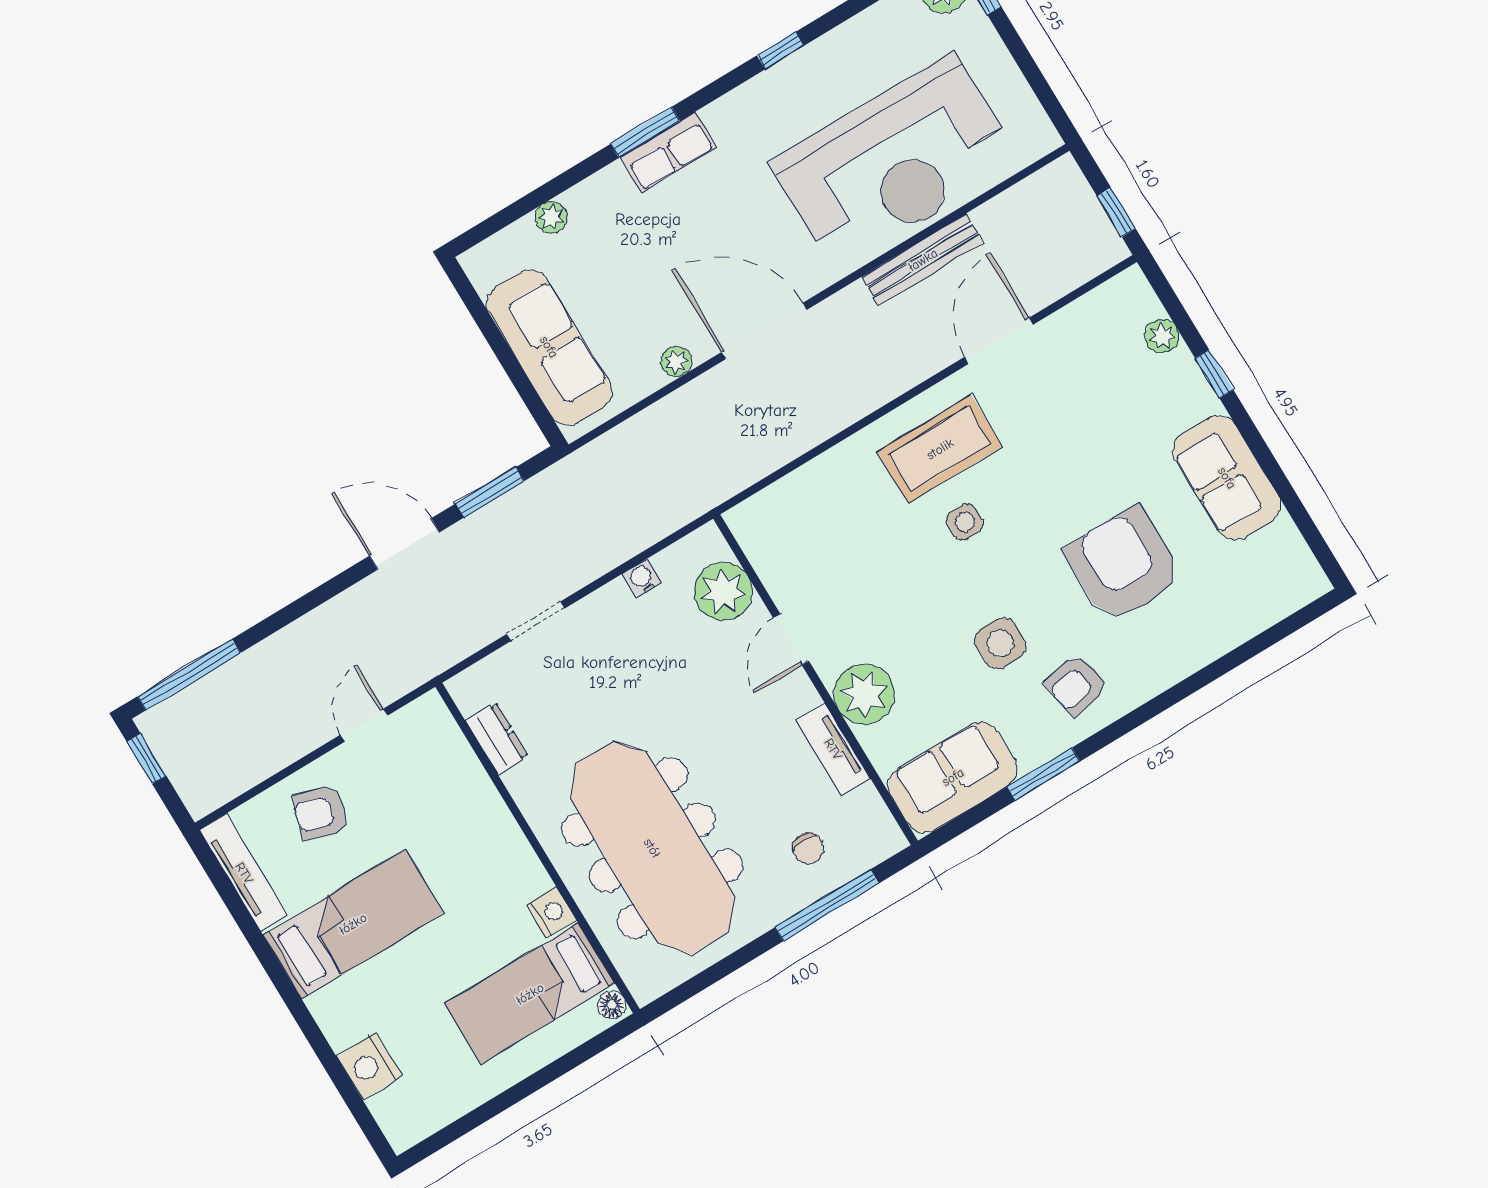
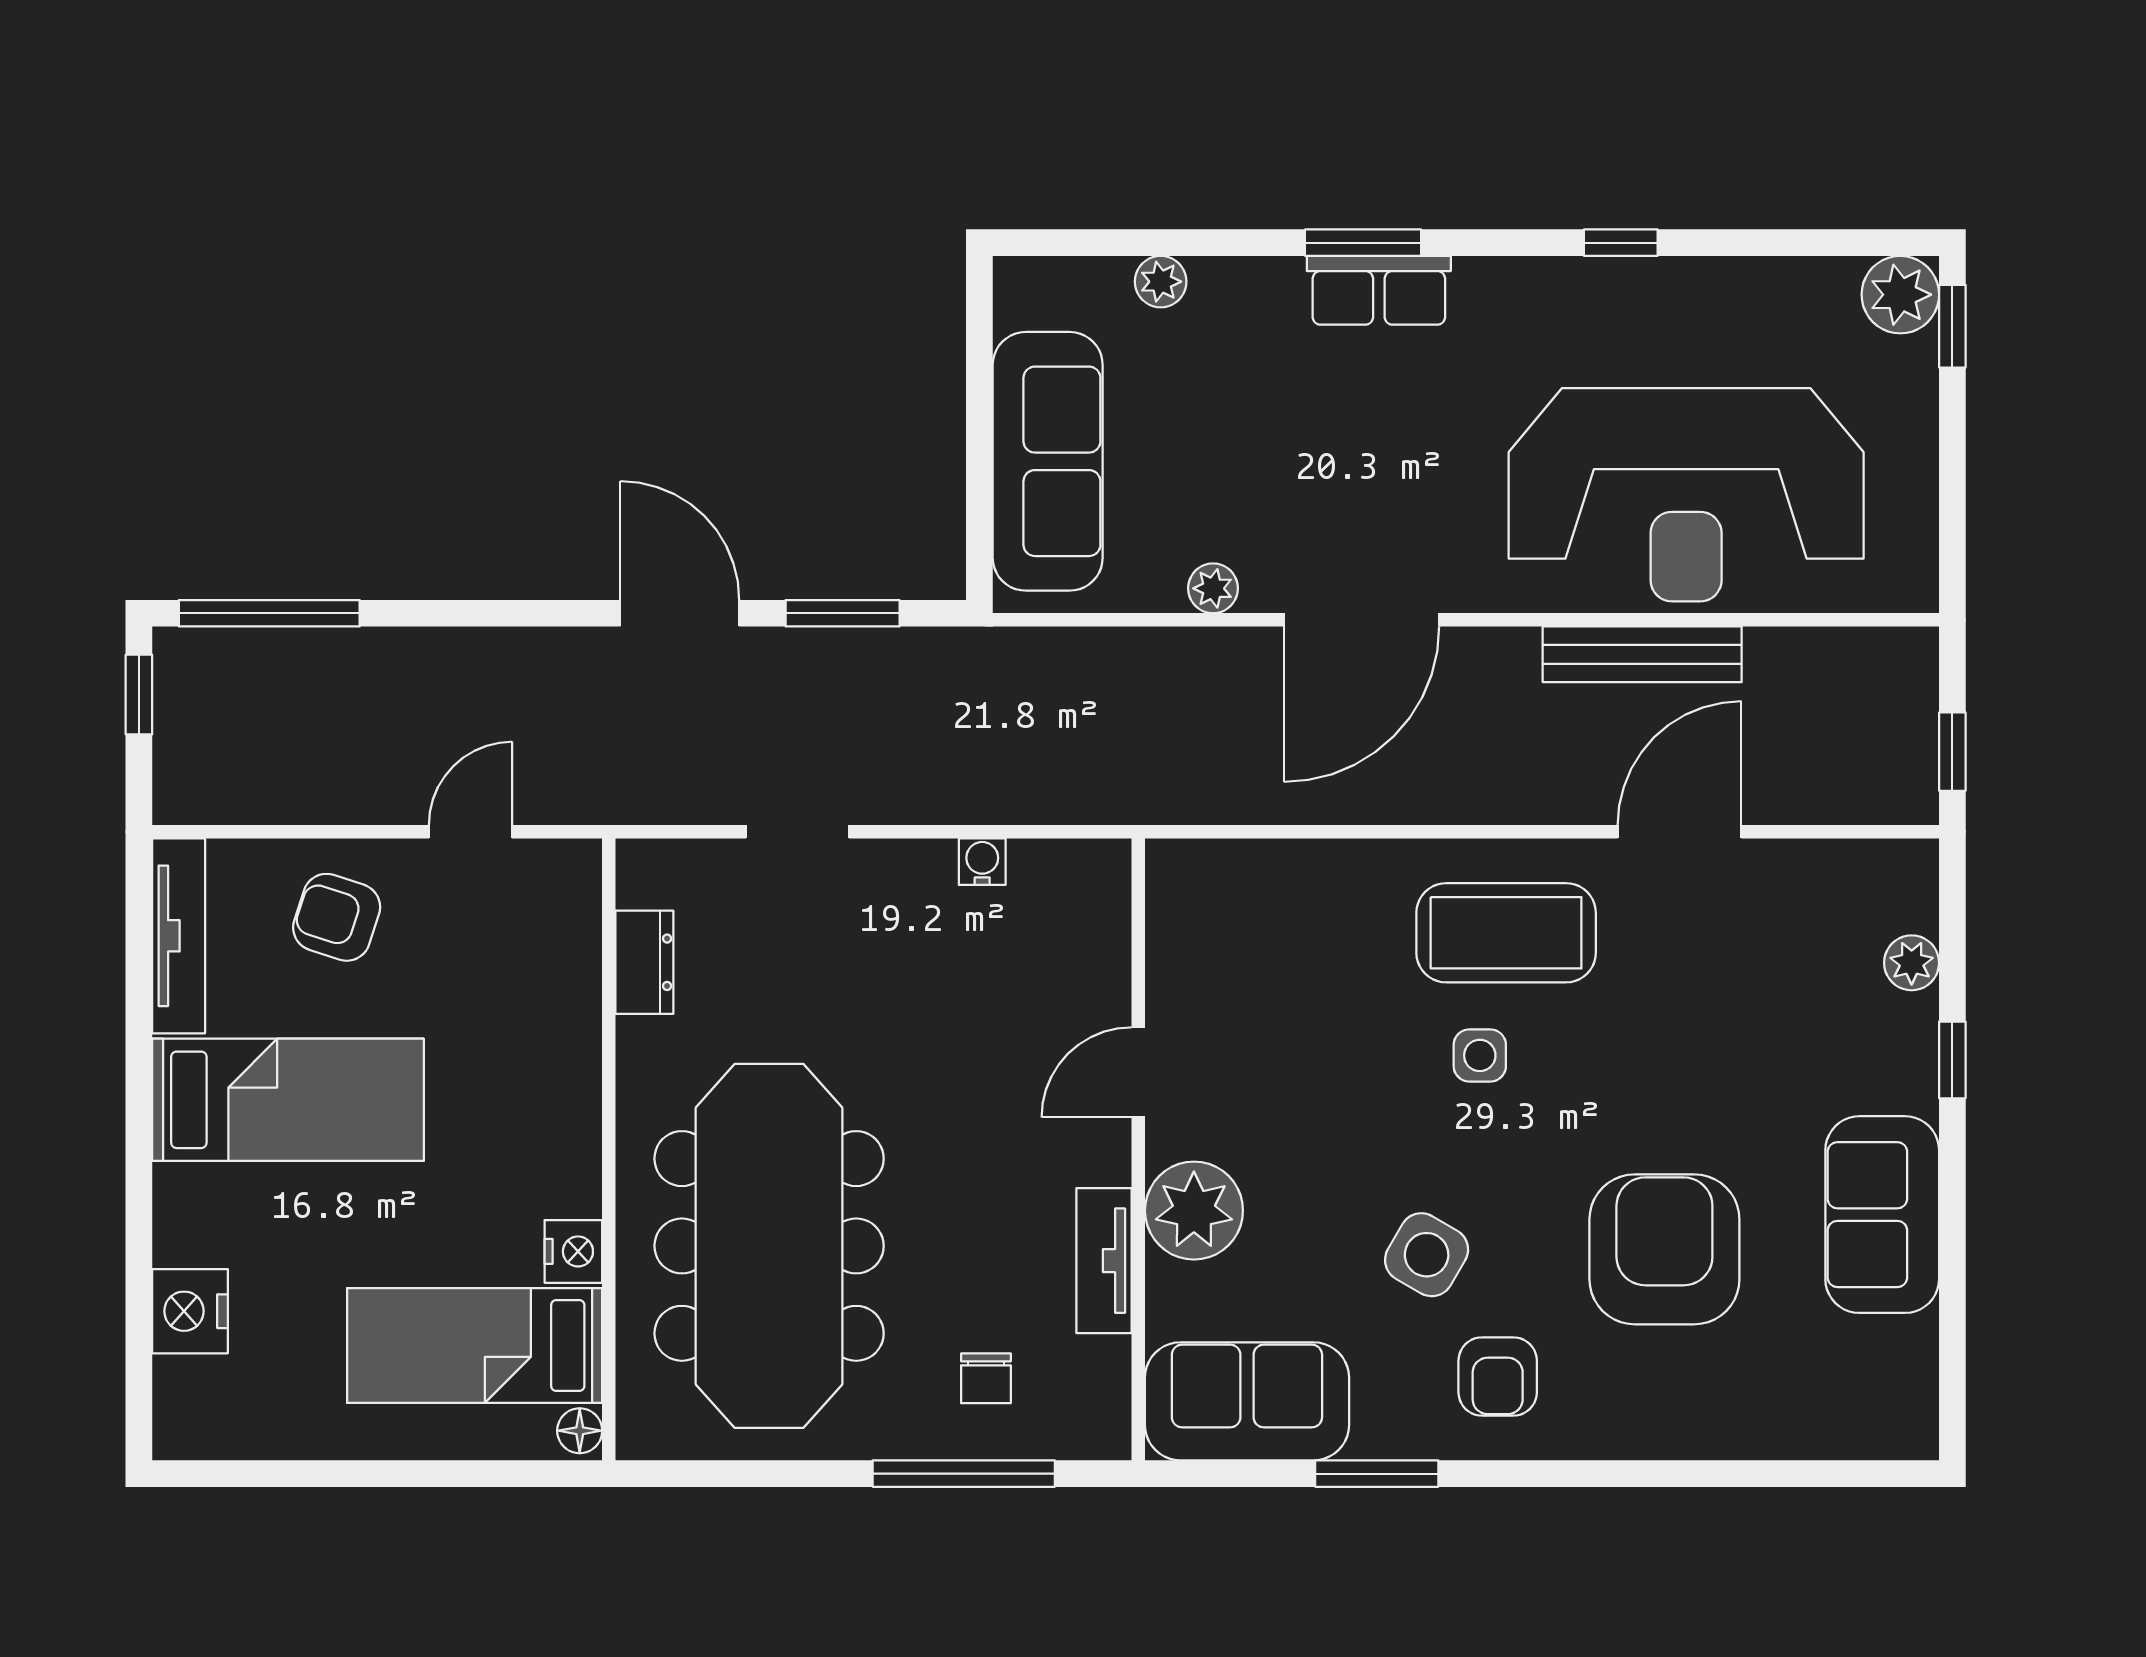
door: (764, 331) -> (1361, 620), swing flipped
plant: (723, 591) -> (1084, 948), removed
side table: (1000, 643) -> (1427, 1255), turned 30
armchair: (1076, 685) -> (1498, 1377), turned -79

